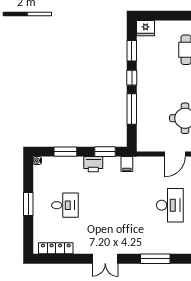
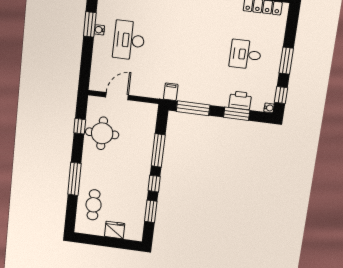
fridge: (146, 28) -> (115, 230), moved
window: (105, 152) -> (193, 108), width x1.44
printer: (93, 164) -> (240, 100), moved
window: (28, 173) -> (281, 95), added

